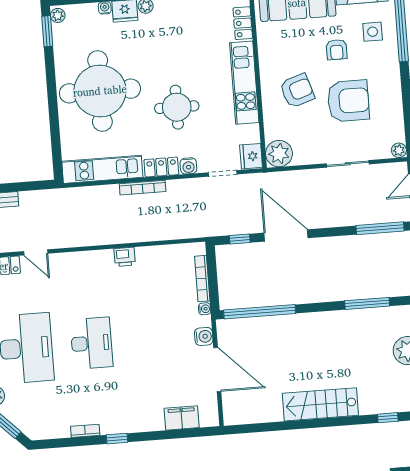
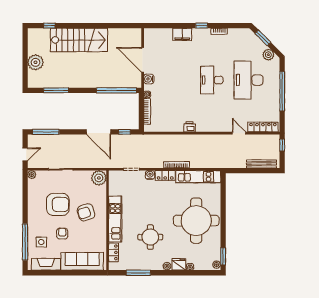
armchair: (348, 101) -> (58, 204), turned 180
round table: (177, 107) -> (150, 237), moved
fridge: (251, 156) -> (115, 178), removed
stairs: (320, 404) -> (79, 40), width x1.36, depth x1.51
filing cabinet: (182, 418) -> (182, 34), moved

